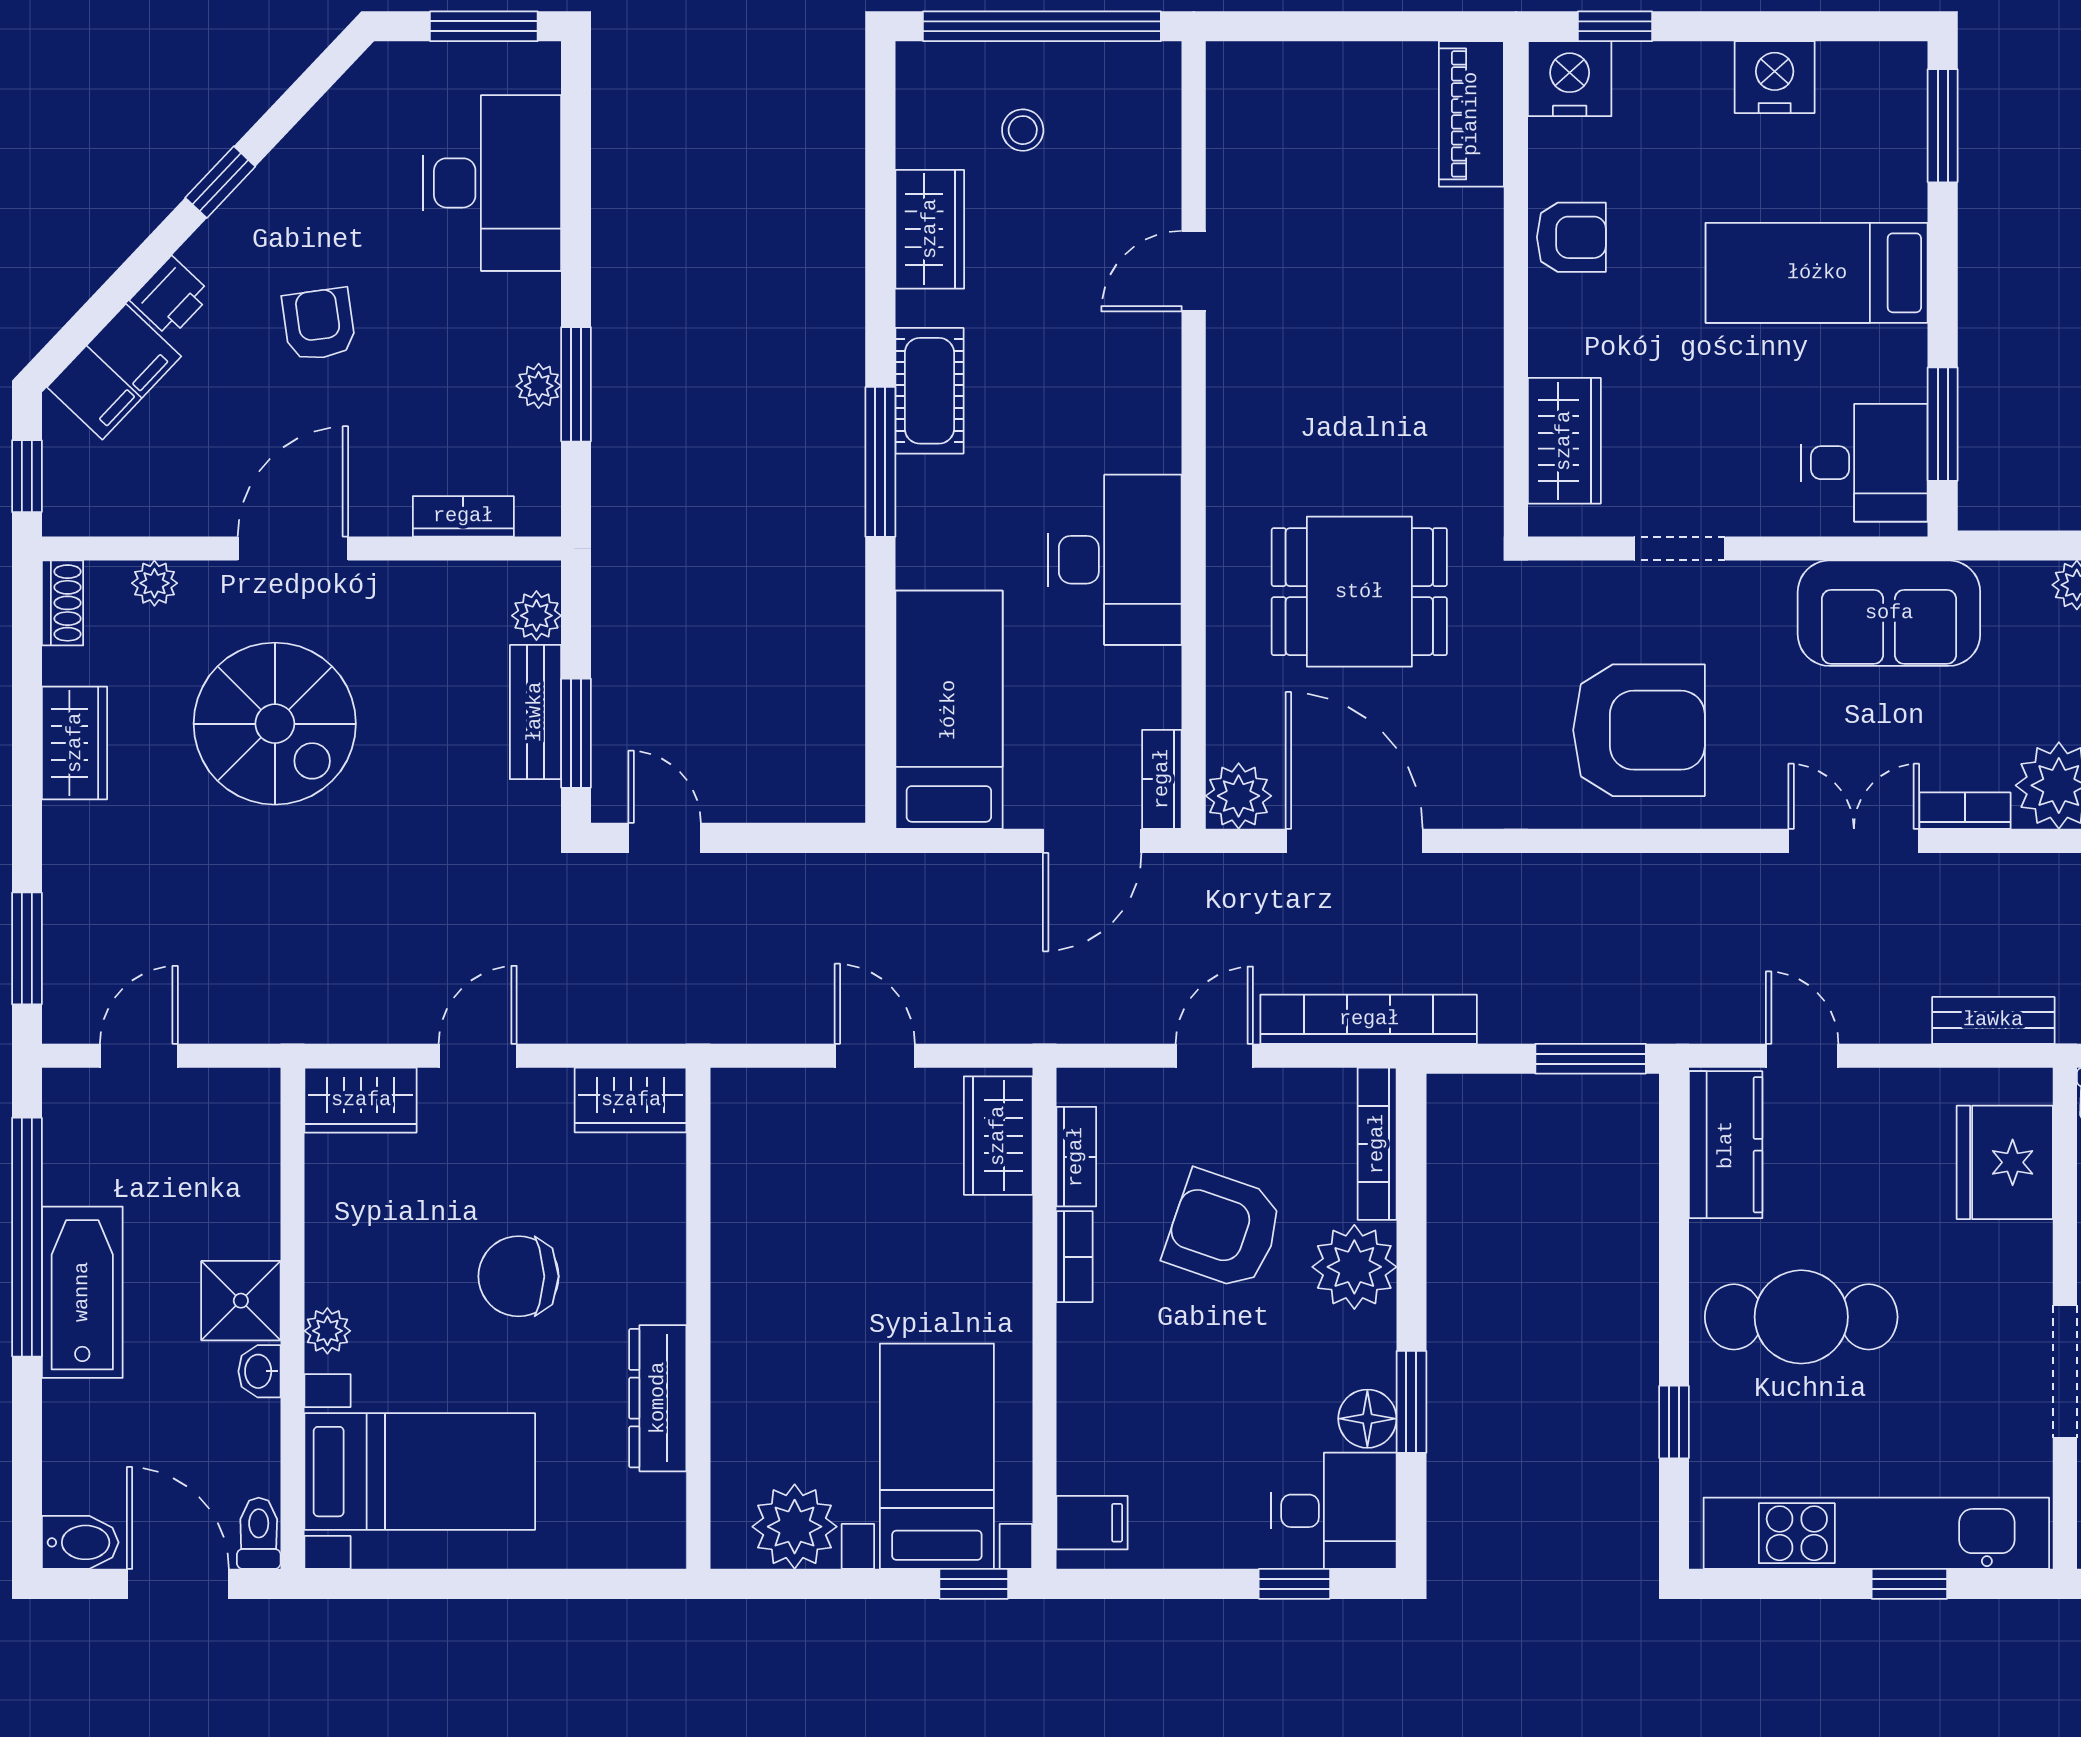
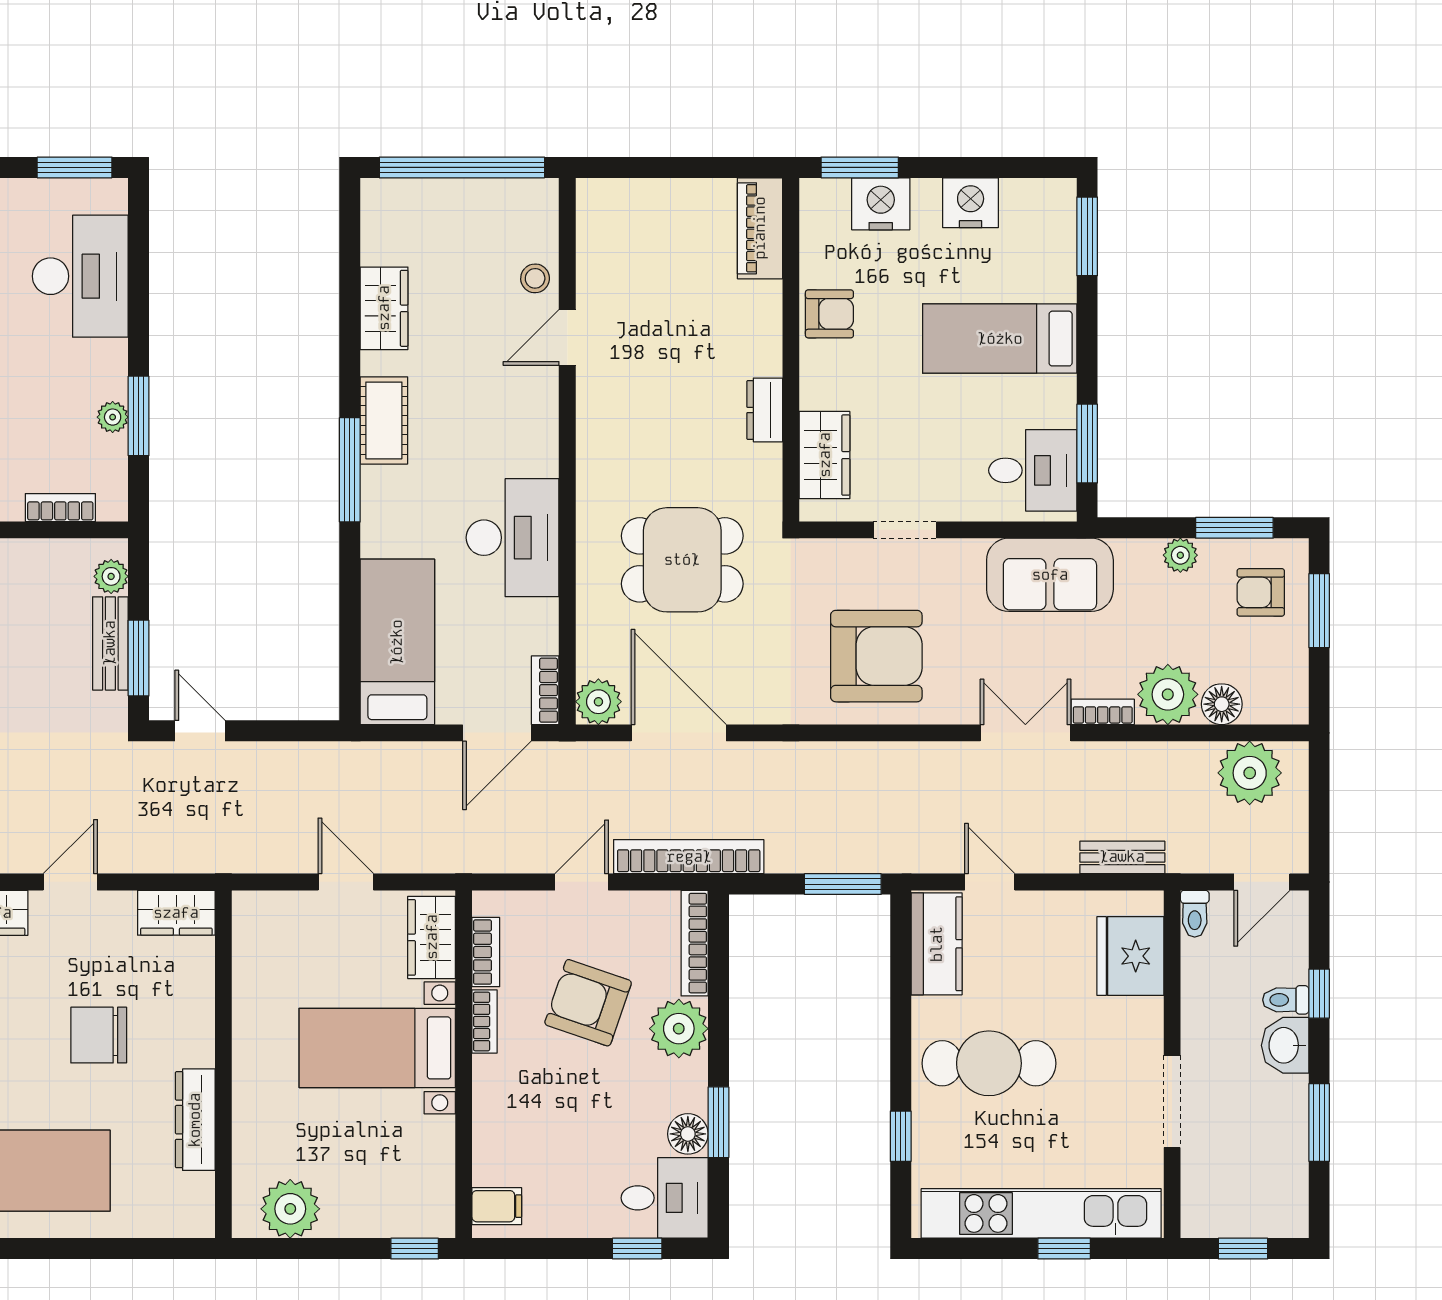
window: (1615, 26) -> (860, 167), width x1.50
nightstand: (1570, 79) -> (881, 204), moved
stool: (1023, 130) -> (535, 278), moved
dresser: (1478, 376) -> (765, 410), added
bed with nightstands: (937, 1456) -> (377, 1048), moved, turned -90

